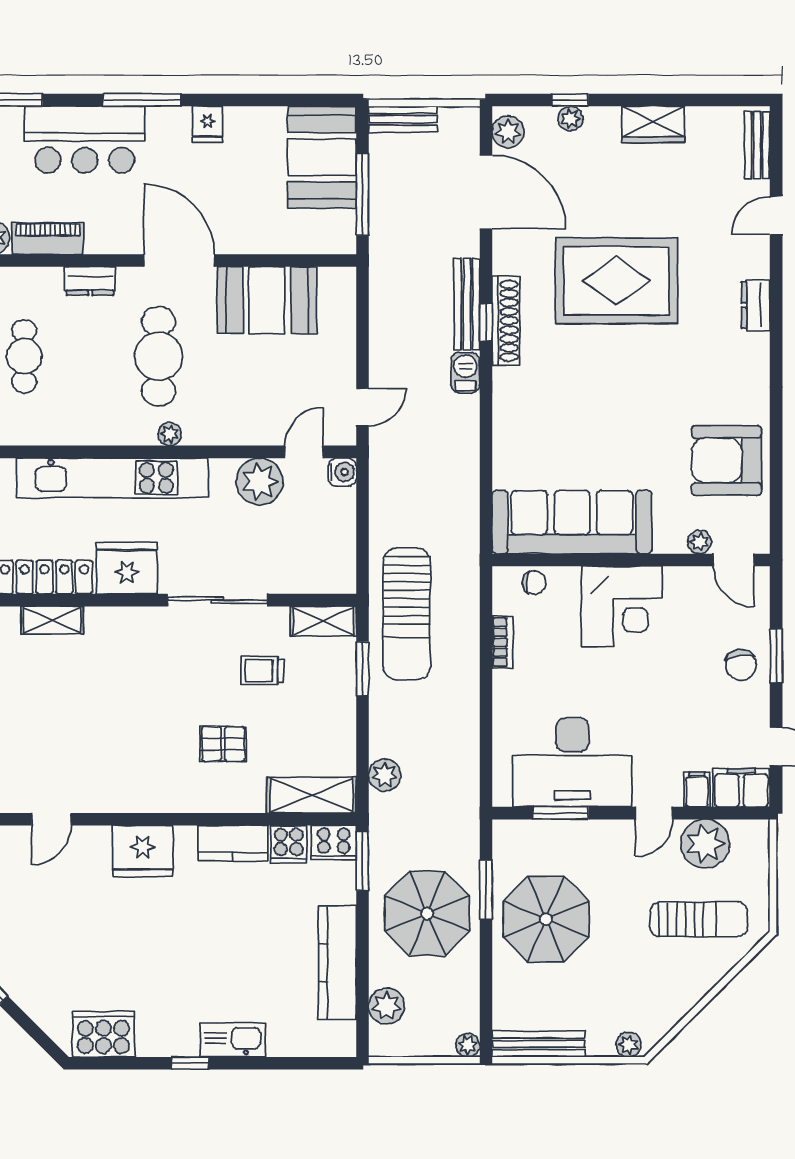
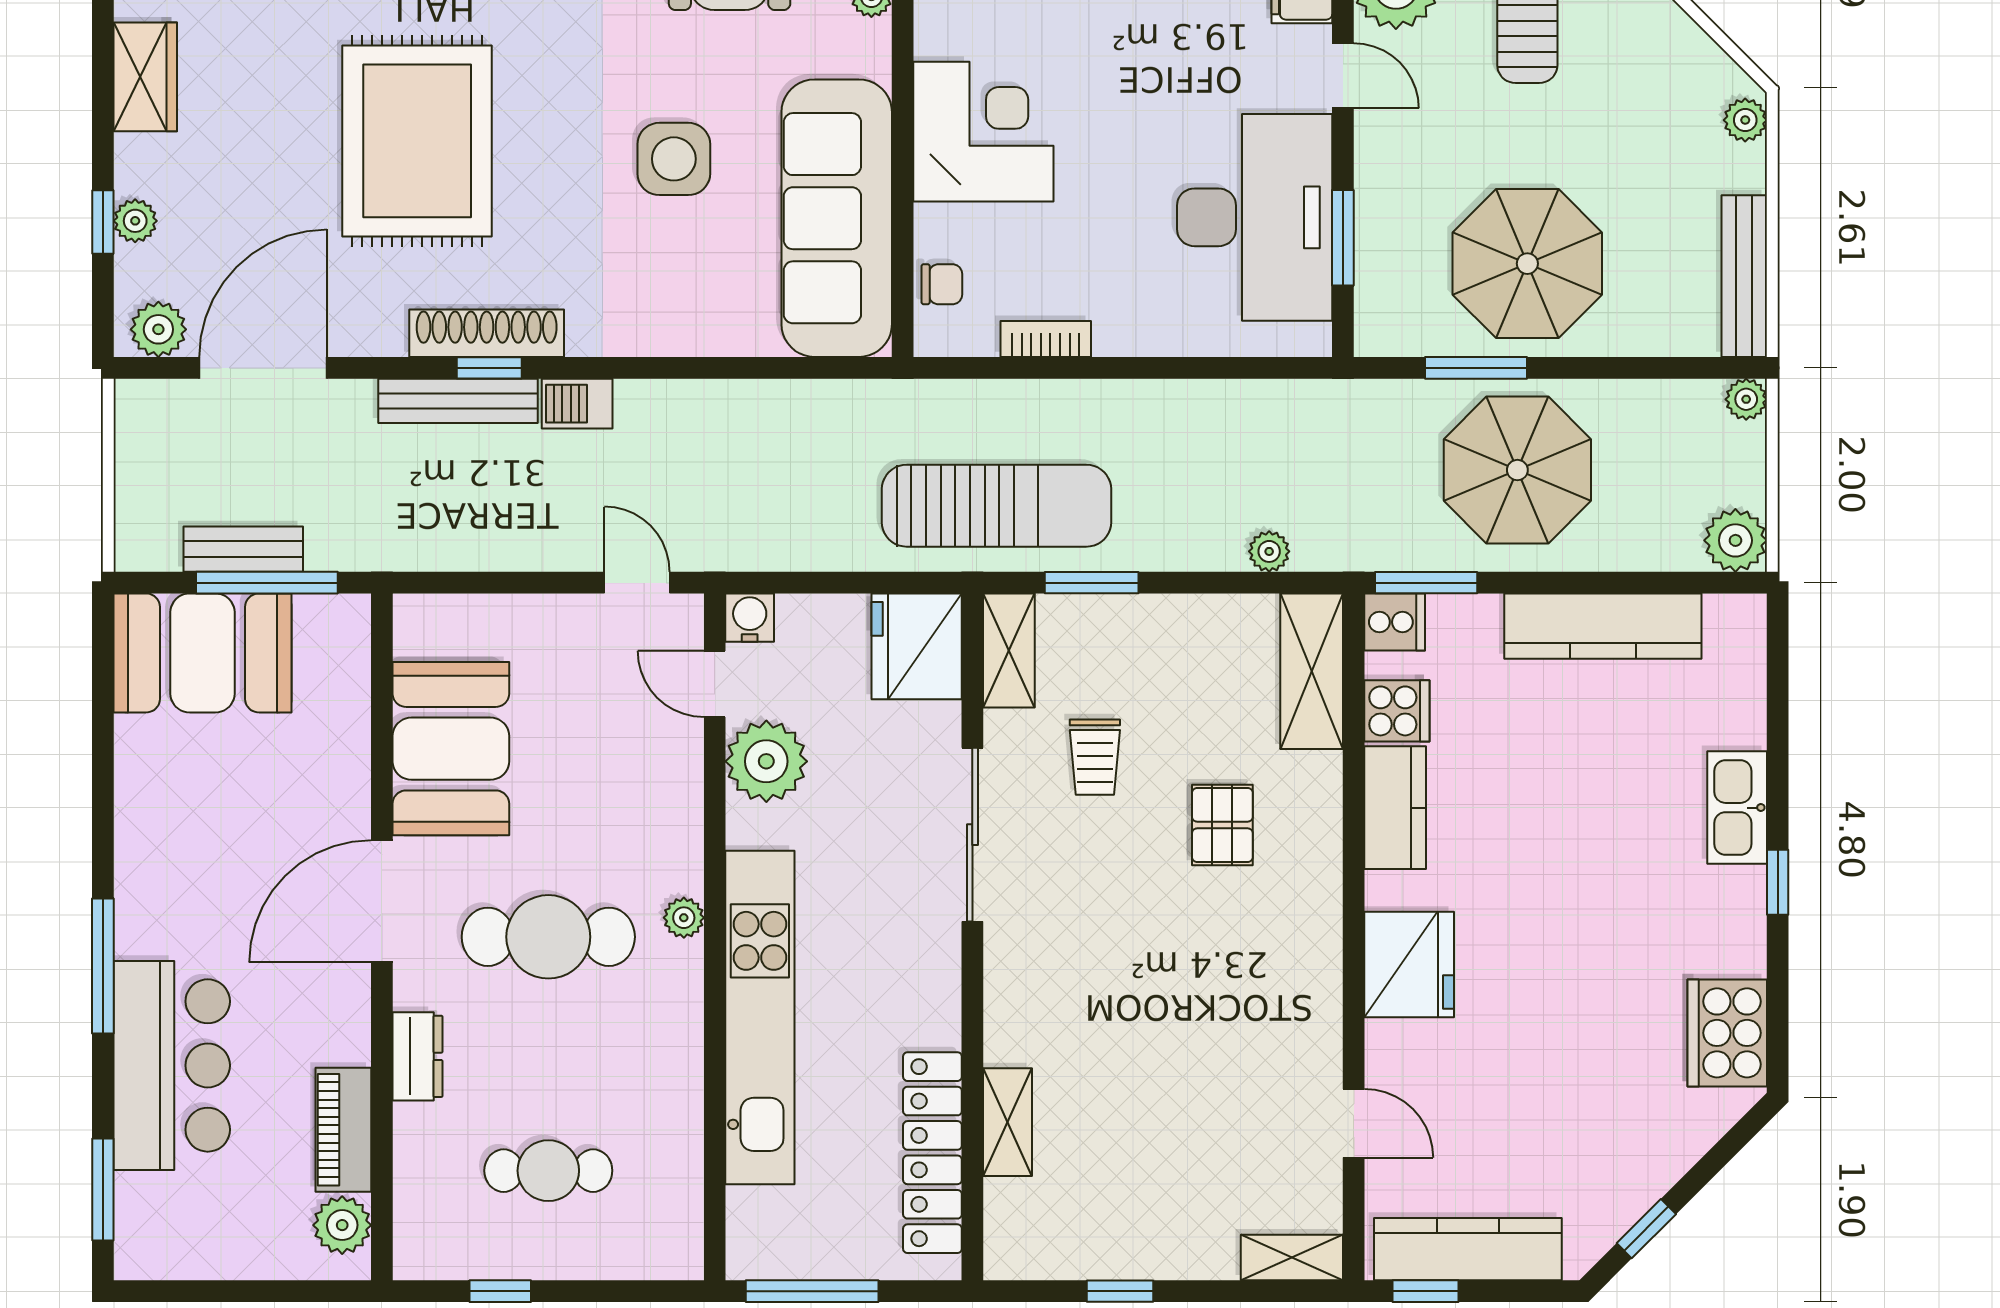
bench: (403, 119) -> (243, 549), moved, turned 90
fridge: (207, 124) -> (145, 852), removed
side table: (606, 428) -> (674, 159), added
fridge: (127, 568) -> (917, 646), moved
chair: (534, 582) -> (942, 284), turned 90
plant: (385, 775) -> (1269, 551), width x0.73, depth x0.73
cooker: (334, 843) -> (1395, 622), width x0.73
plant: (387, 1006) -> (1735, 540), moved

